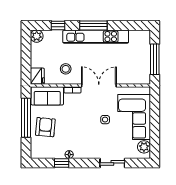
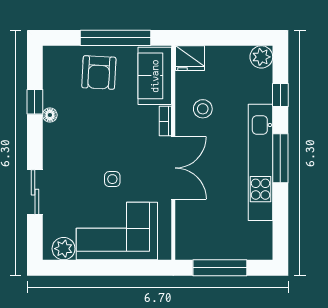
armchair: (45, 127) -> (99, 72), turned 88

